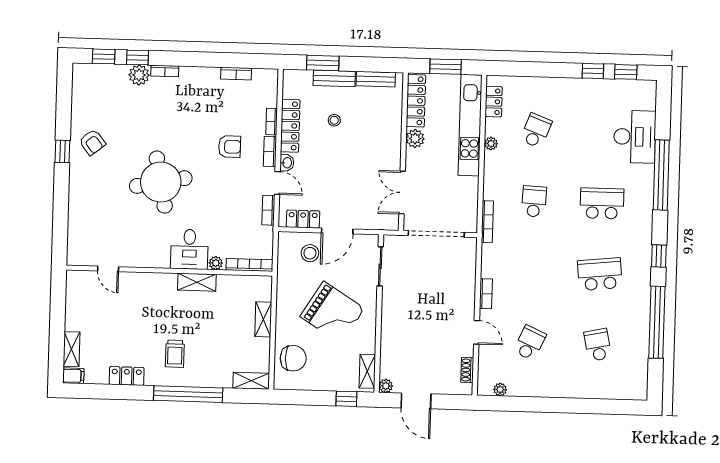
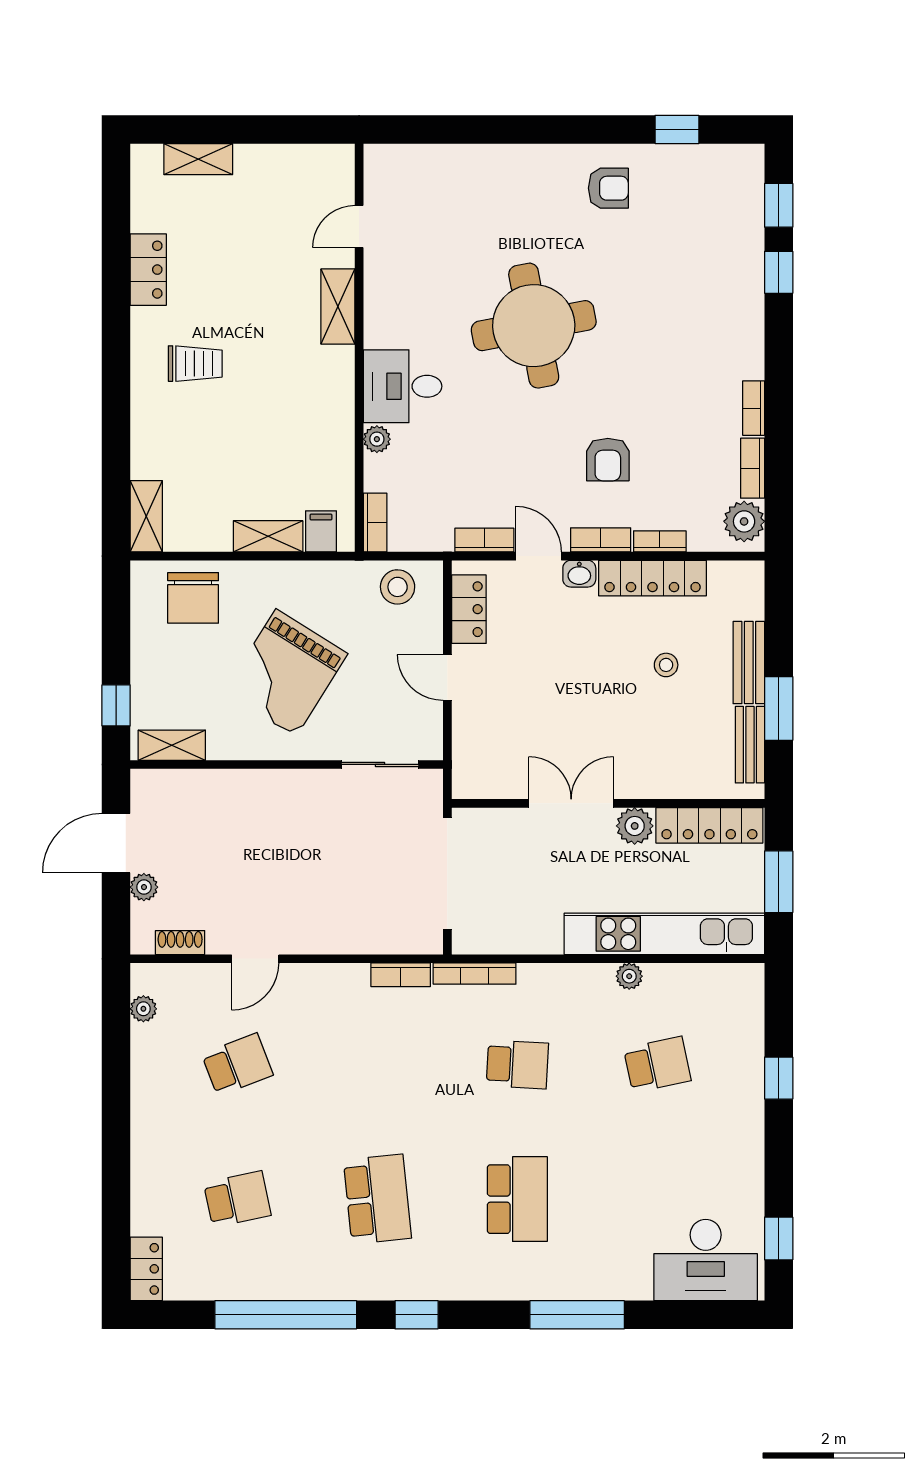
window: (323, 63) -> (779, 708), moved
bookcase: (165, 71) -> (754, 408), moved
window: (593, 71) -> (779, 1078), moved
plant: (139, 75) -> (744, 521), moved
locker: (494, 102) -> (146, 1269), moved, turned -90
school desk: (536, 131) -> (657, 1065), turned -33
desk: (635, 137) -> (706, 1260), moved
armchair: (92, 142) -> (608, 188), turned -142
window: (62, 151) -> (677, 129), moved
window: (661, 175) -> (577, 1315), width x0.68
door: (277, 183) -> (539, 556), swing flipped
double door: (402, 193) -> (571, 803), moved
door: (337, 231) -> (447, 677), width x0.73
stool: (310, 253) -> (398, 587), moved
bookcase: (249, 265) -> (375, 522), width x0.64
shelving: (197, 282) -> (338, 307), moved
bookcase: (486, 294) -> (401, 975), moved
school desk: (530, 343) -> (237, 1065), turned -45
trolley: (175, 354) -> (195, 364), turned 180
filing cabinet: (73, 376) -> (321, 531), moved, turned 180
plant: (386, 386) -> (144, 887), moved
window: (188, 394) -> (116, 392), removed

